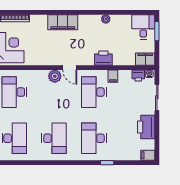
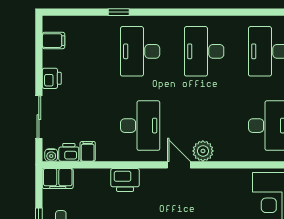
filing cabinet: (113, 76) -> (88, 151), moved
printer: (146, 127) -> (52, 78), width x0.53, depth x0.68
desk: (94, 138) -> (140, 51), turned 180
filing cabinet: (148, 155) -> (54, 41), moved

